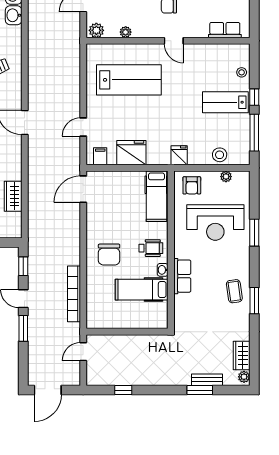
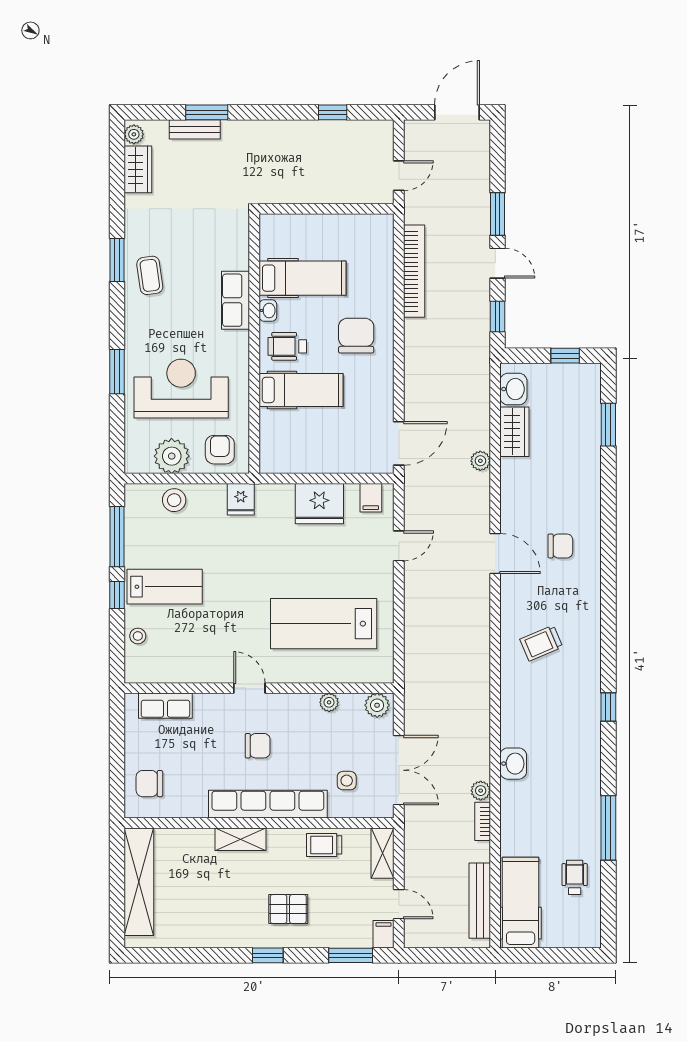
washbasin: (14, 15) -> (513, 389), moved
plant: (226, 177) -> (172, 456), width x1.88, depth x1.88
plant: (34, 179) -> (480, 461), added
hospital bed: (157, 196) -> (301, 390), moved, turned 90

